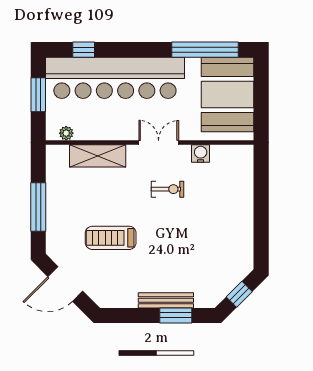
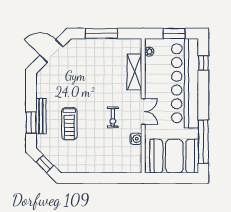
treadmill: (111, 238) -> (69, 124), moved, turned 180
door: (65, 284) -> (51, 51), hinge flipped

